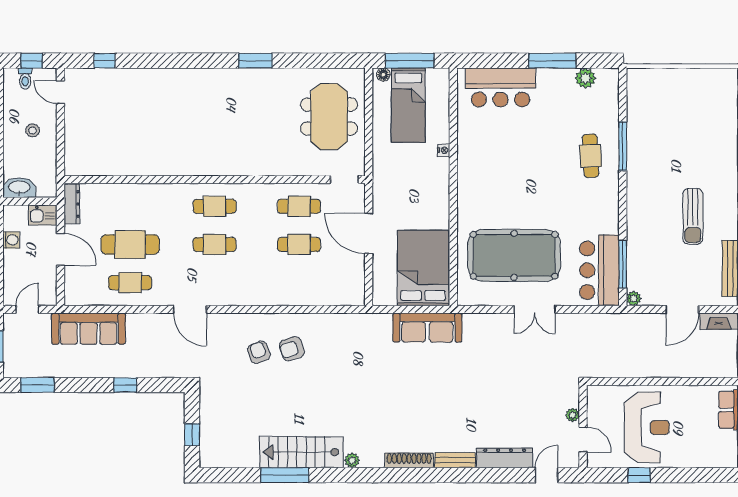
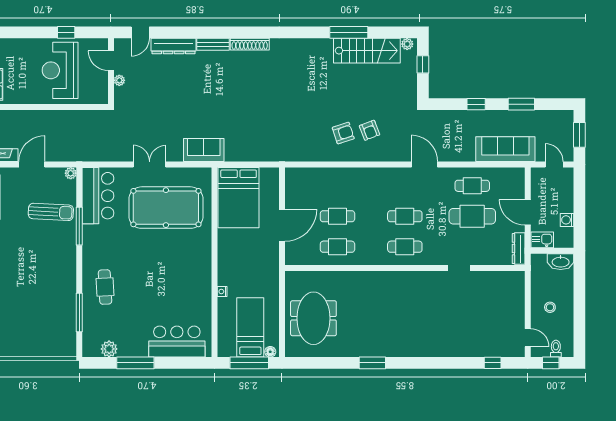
window: (623, 146) -> (79, 313), moved
doorway: (344, 180) -> (459, 268), moved
sun lounger: (693, 216) -> (51, 212), moved, turned 93
door: (369, 233) -> (282, 225), hinge flipped
window: (623, 264) -> (79, 226), moved
door: (27, 309) -> (554, 165), swing flipped
sofa: (427, 328) -> (204, 150), moved, width x0.73
window: (37, 385) -> (521, 104), moved
stairs: (301, 452) -> (367, 51), moved
plant: (352, 460) -> (407, 44), moved

